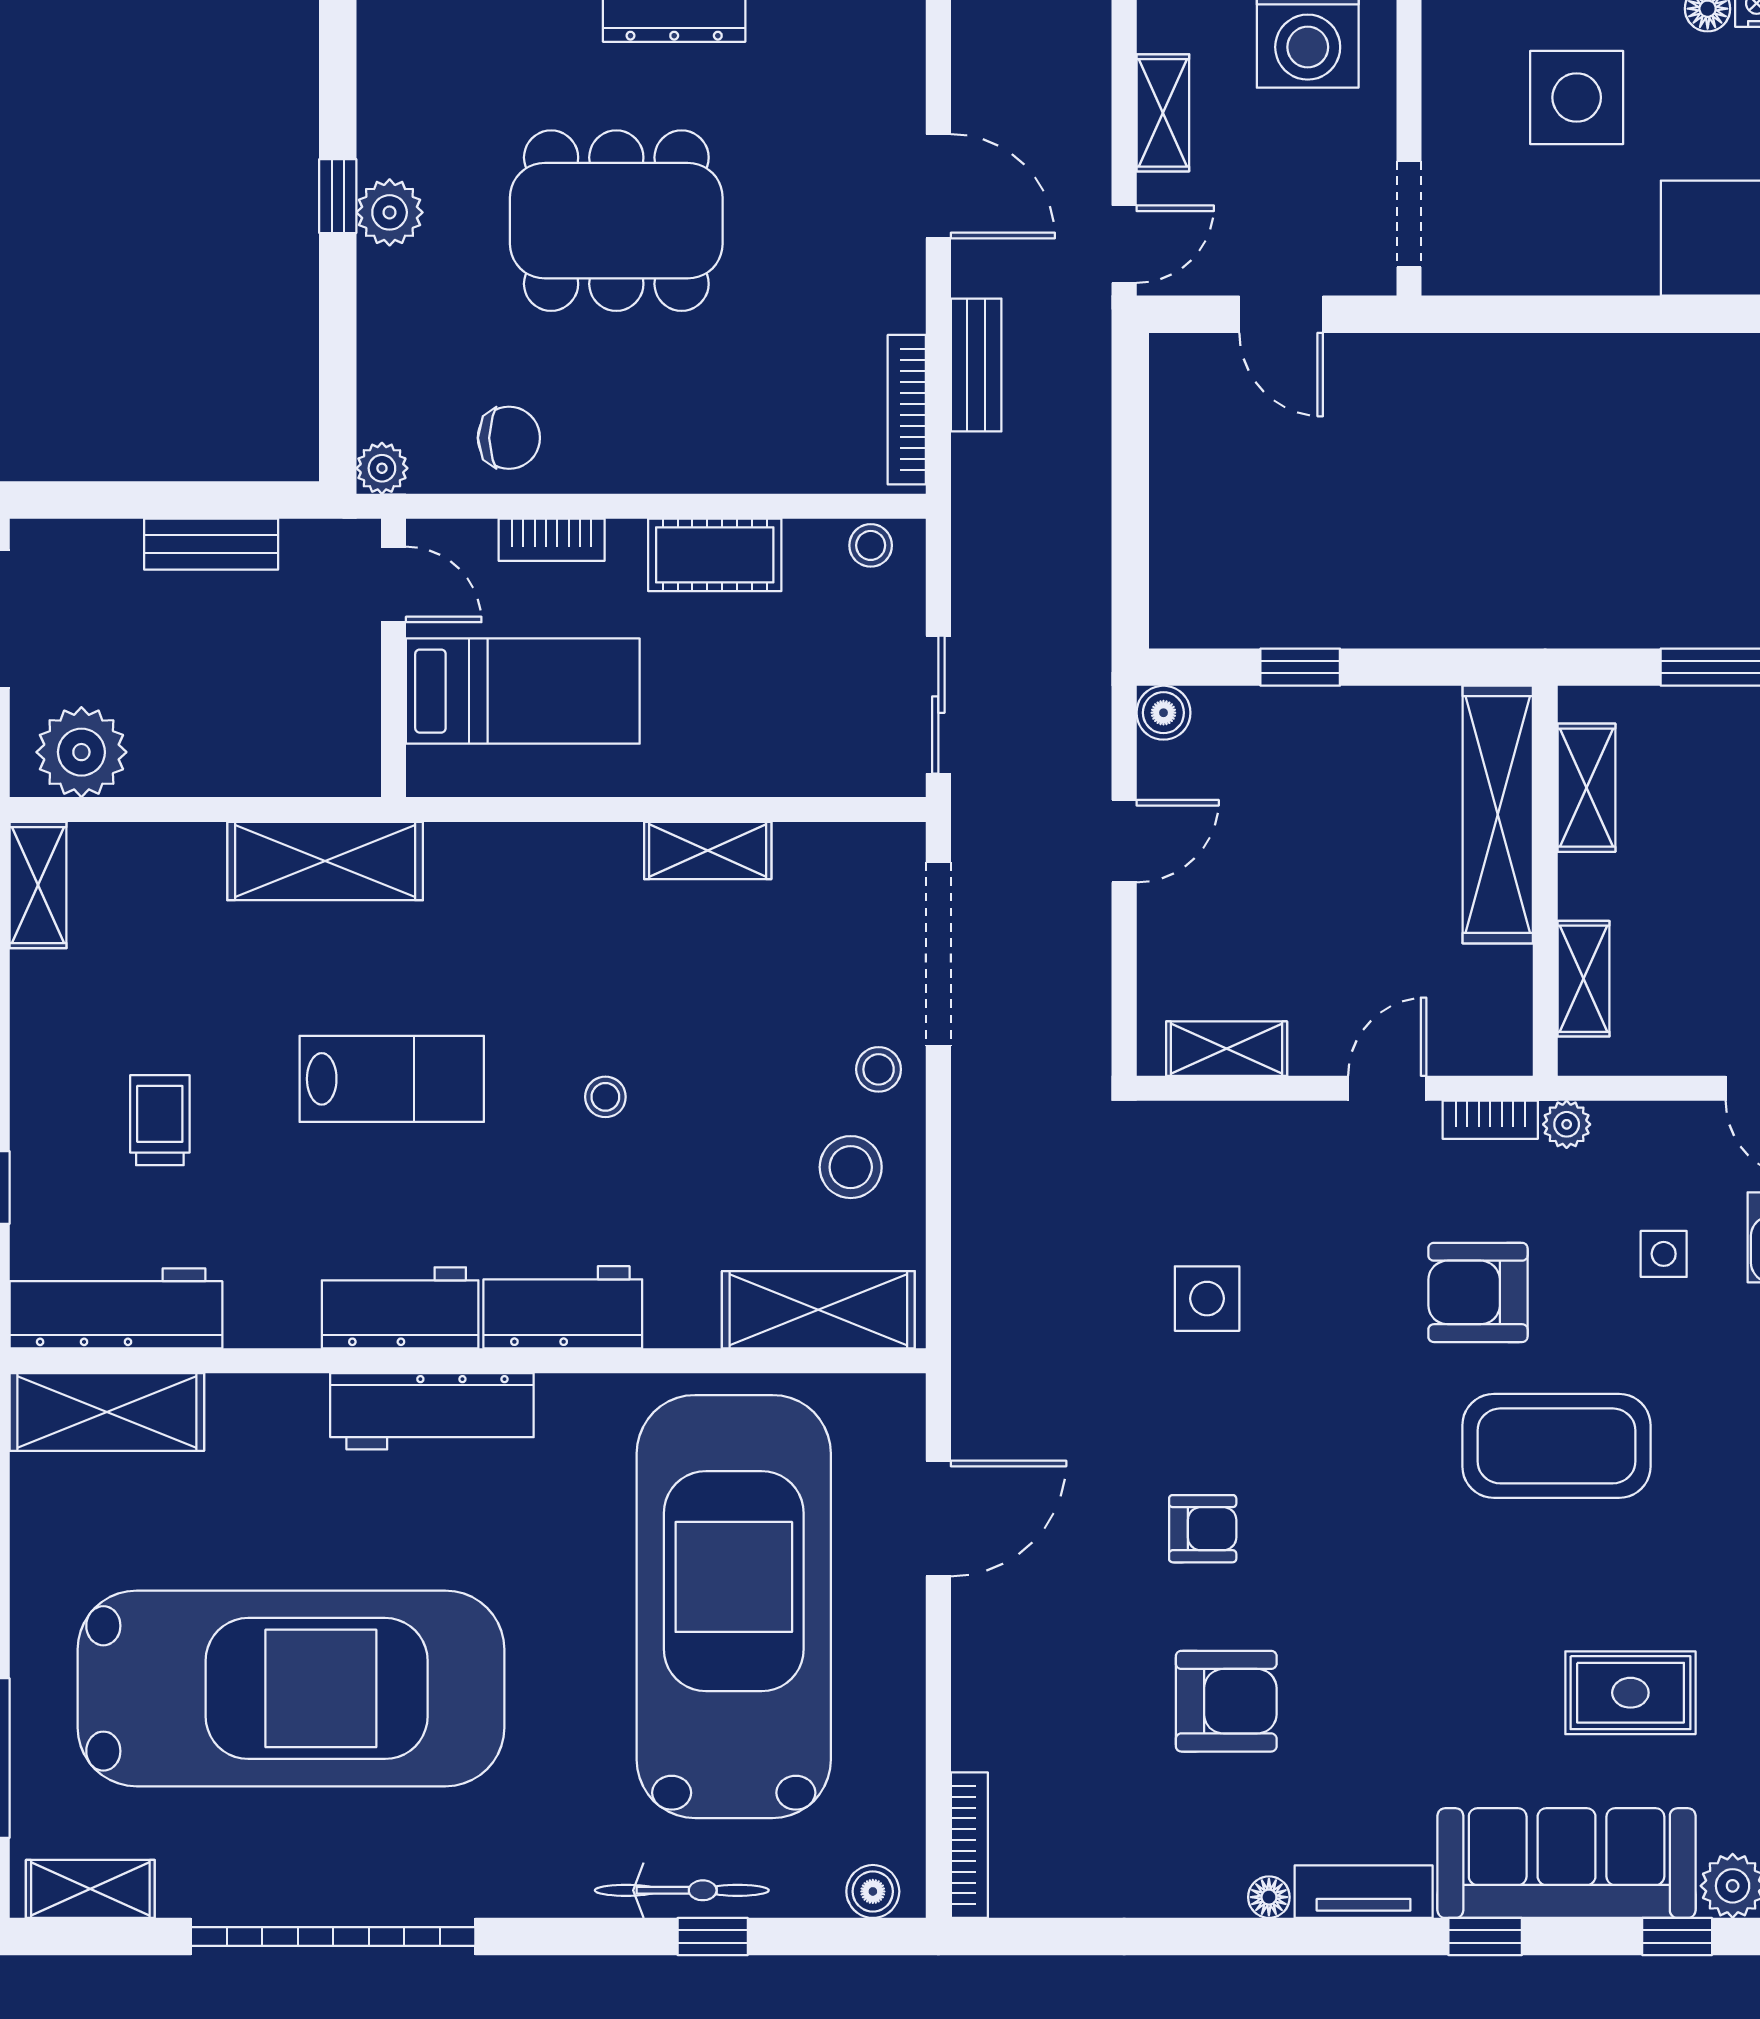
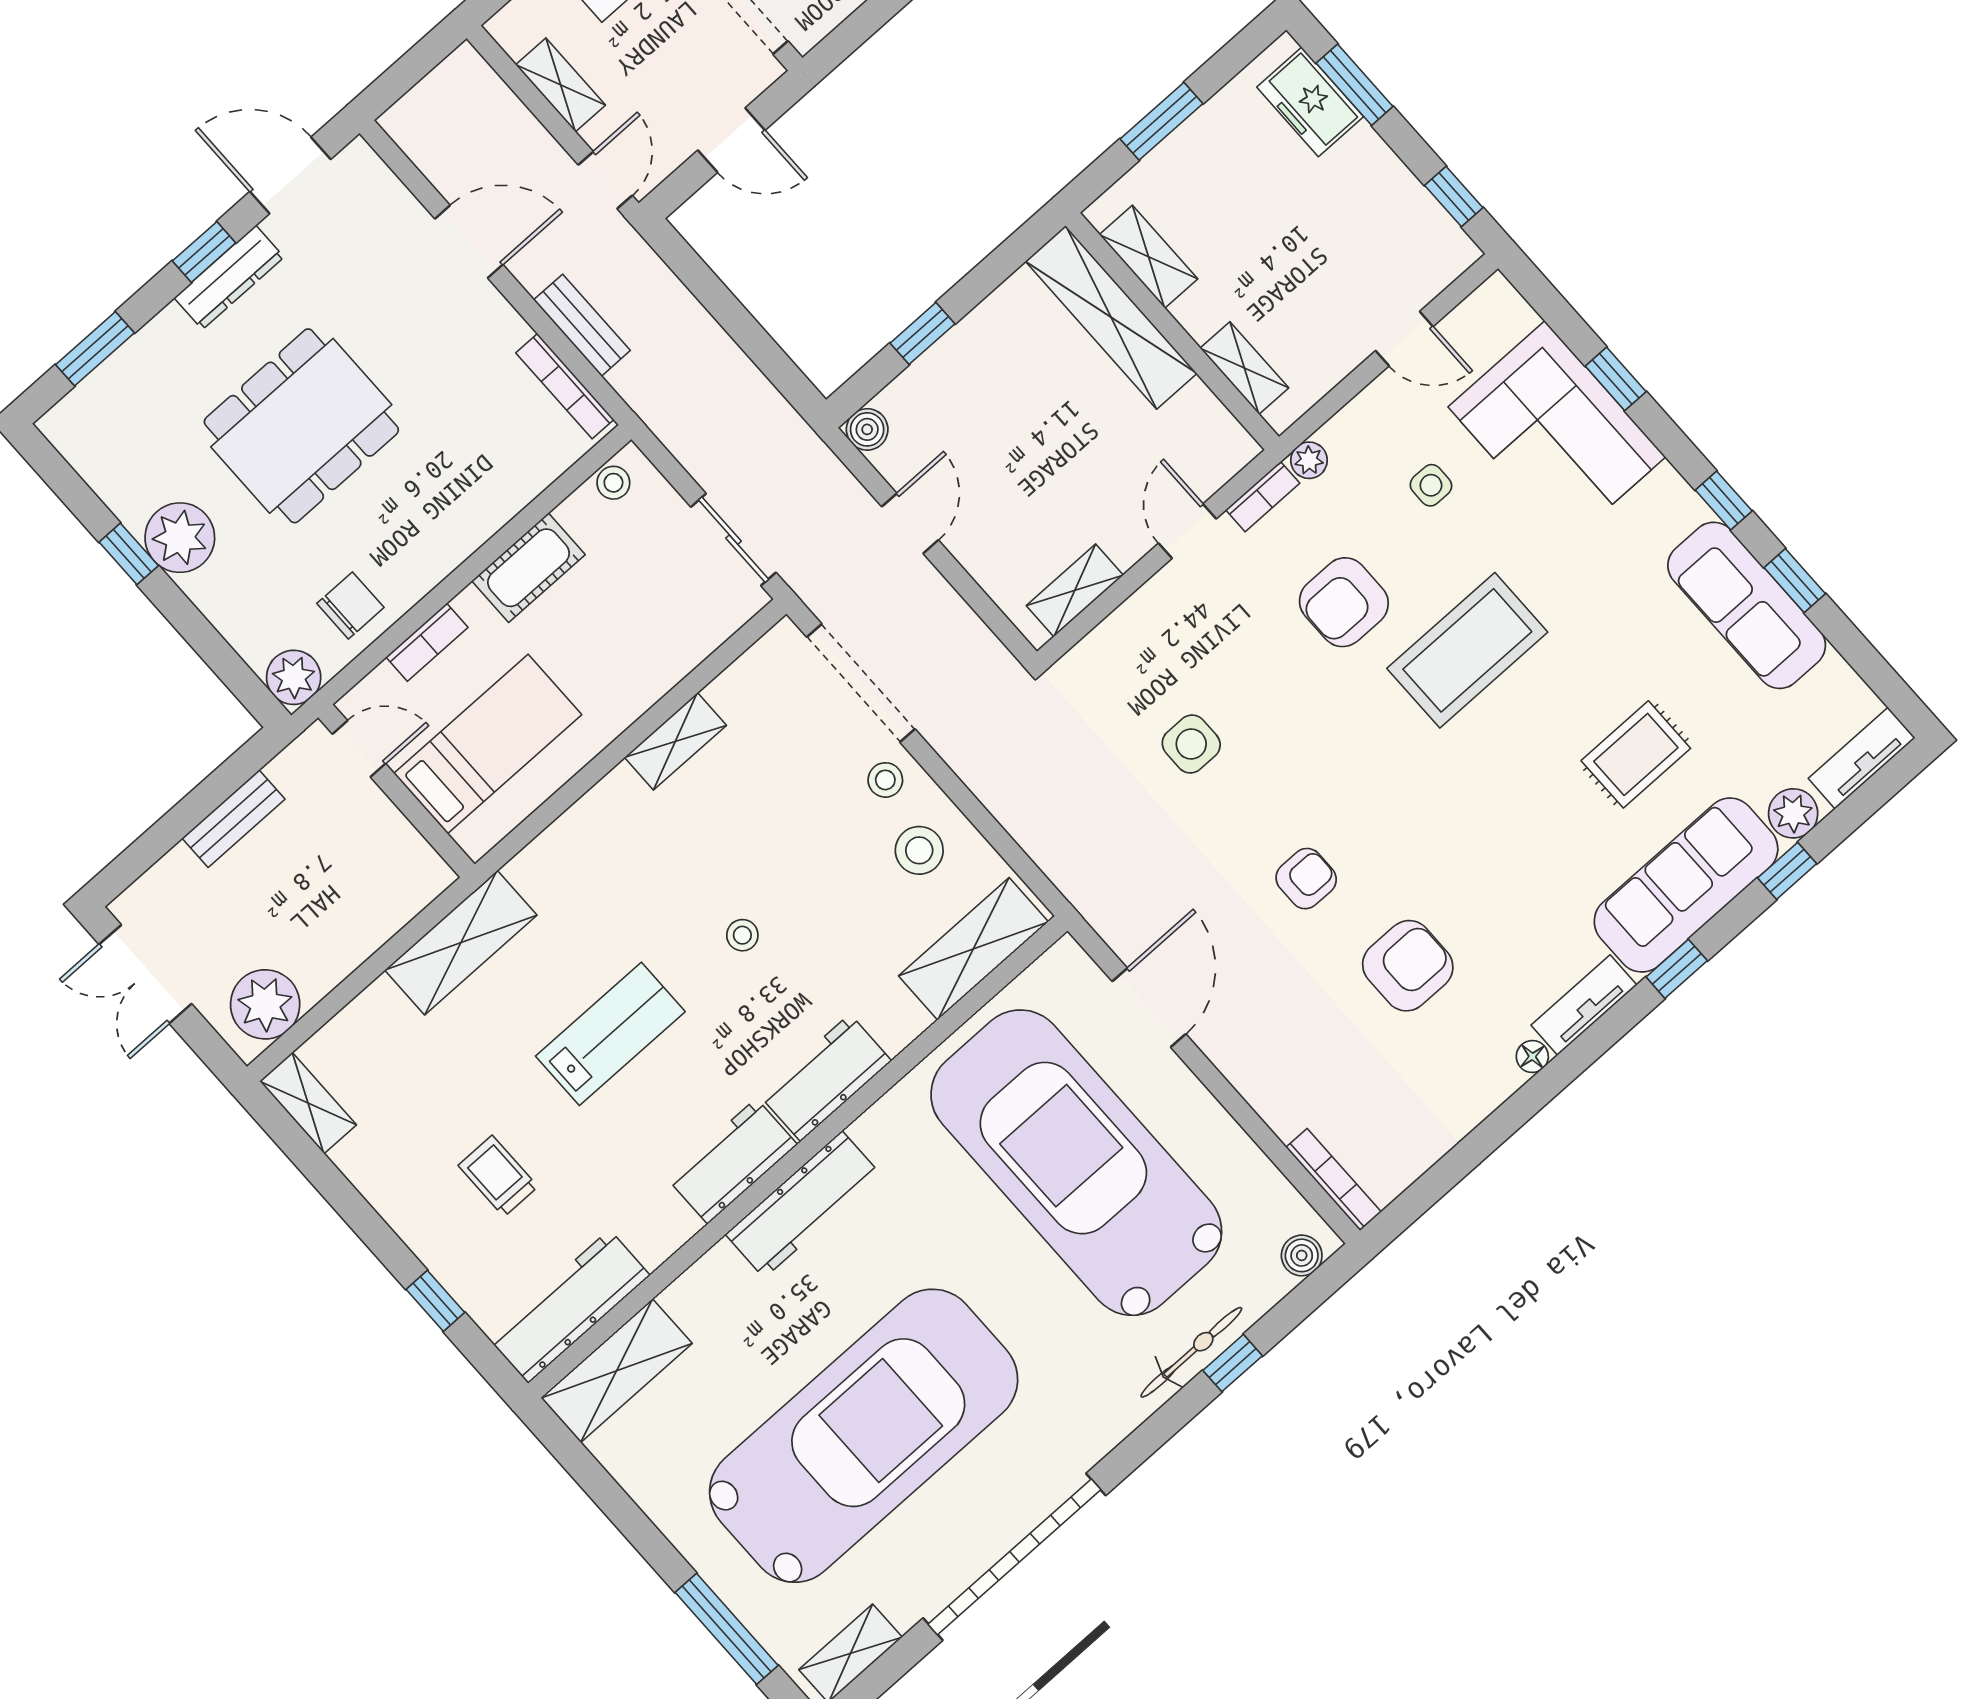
plant: (390, 212) -> (180, 538), width x1.36, depth x1.36
plant: (382, 468) -> (294, 677), width x1.38, depth x1.38

